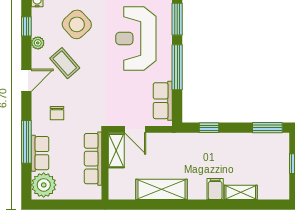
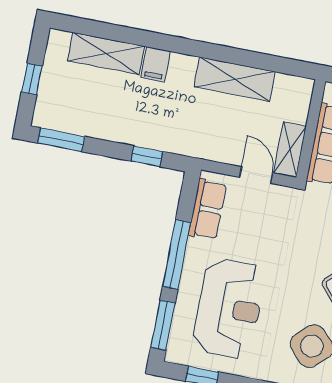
shelving: (241, 192) -> (106, 53), width x1.50, depth x1.33

